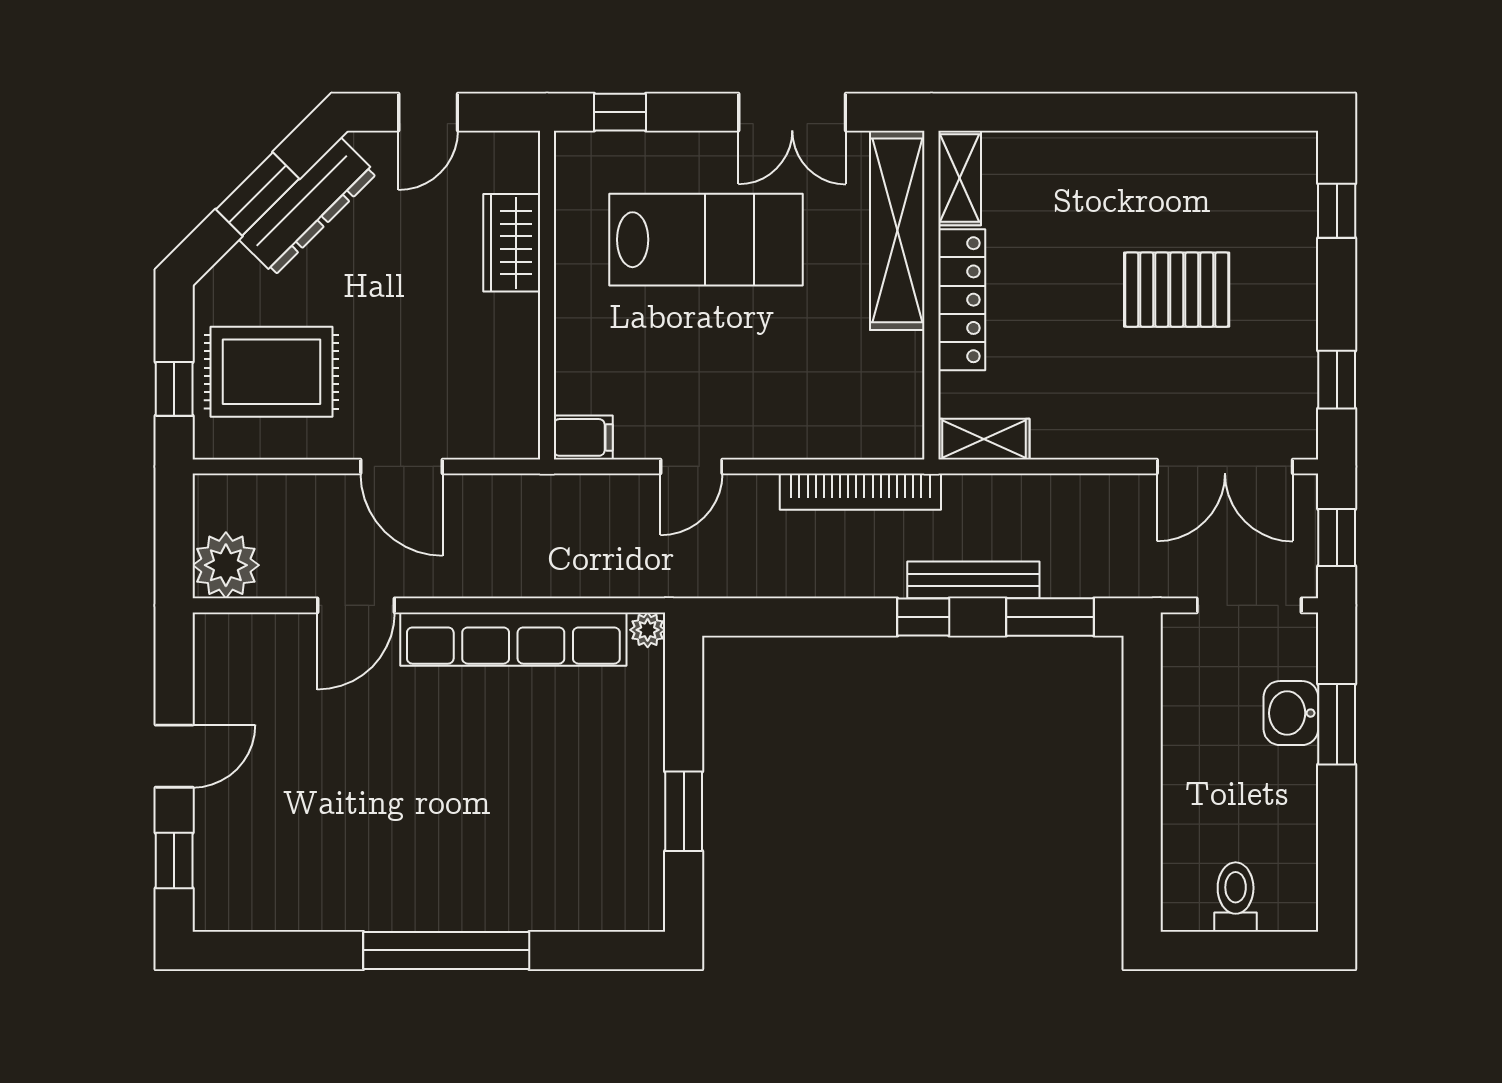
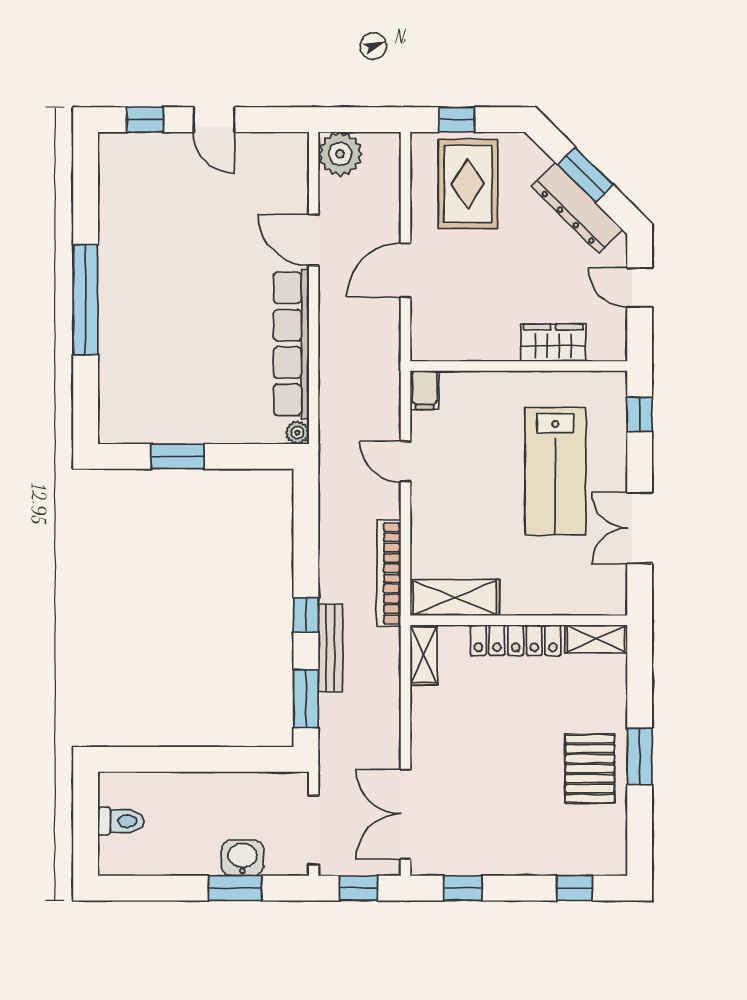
window: (1138, 112) -> (640, 756), added
shelving: (897, 230) -> (455, 598), moved, width x0.68
pallet: (1177, 290) -> (590, 769), moved

